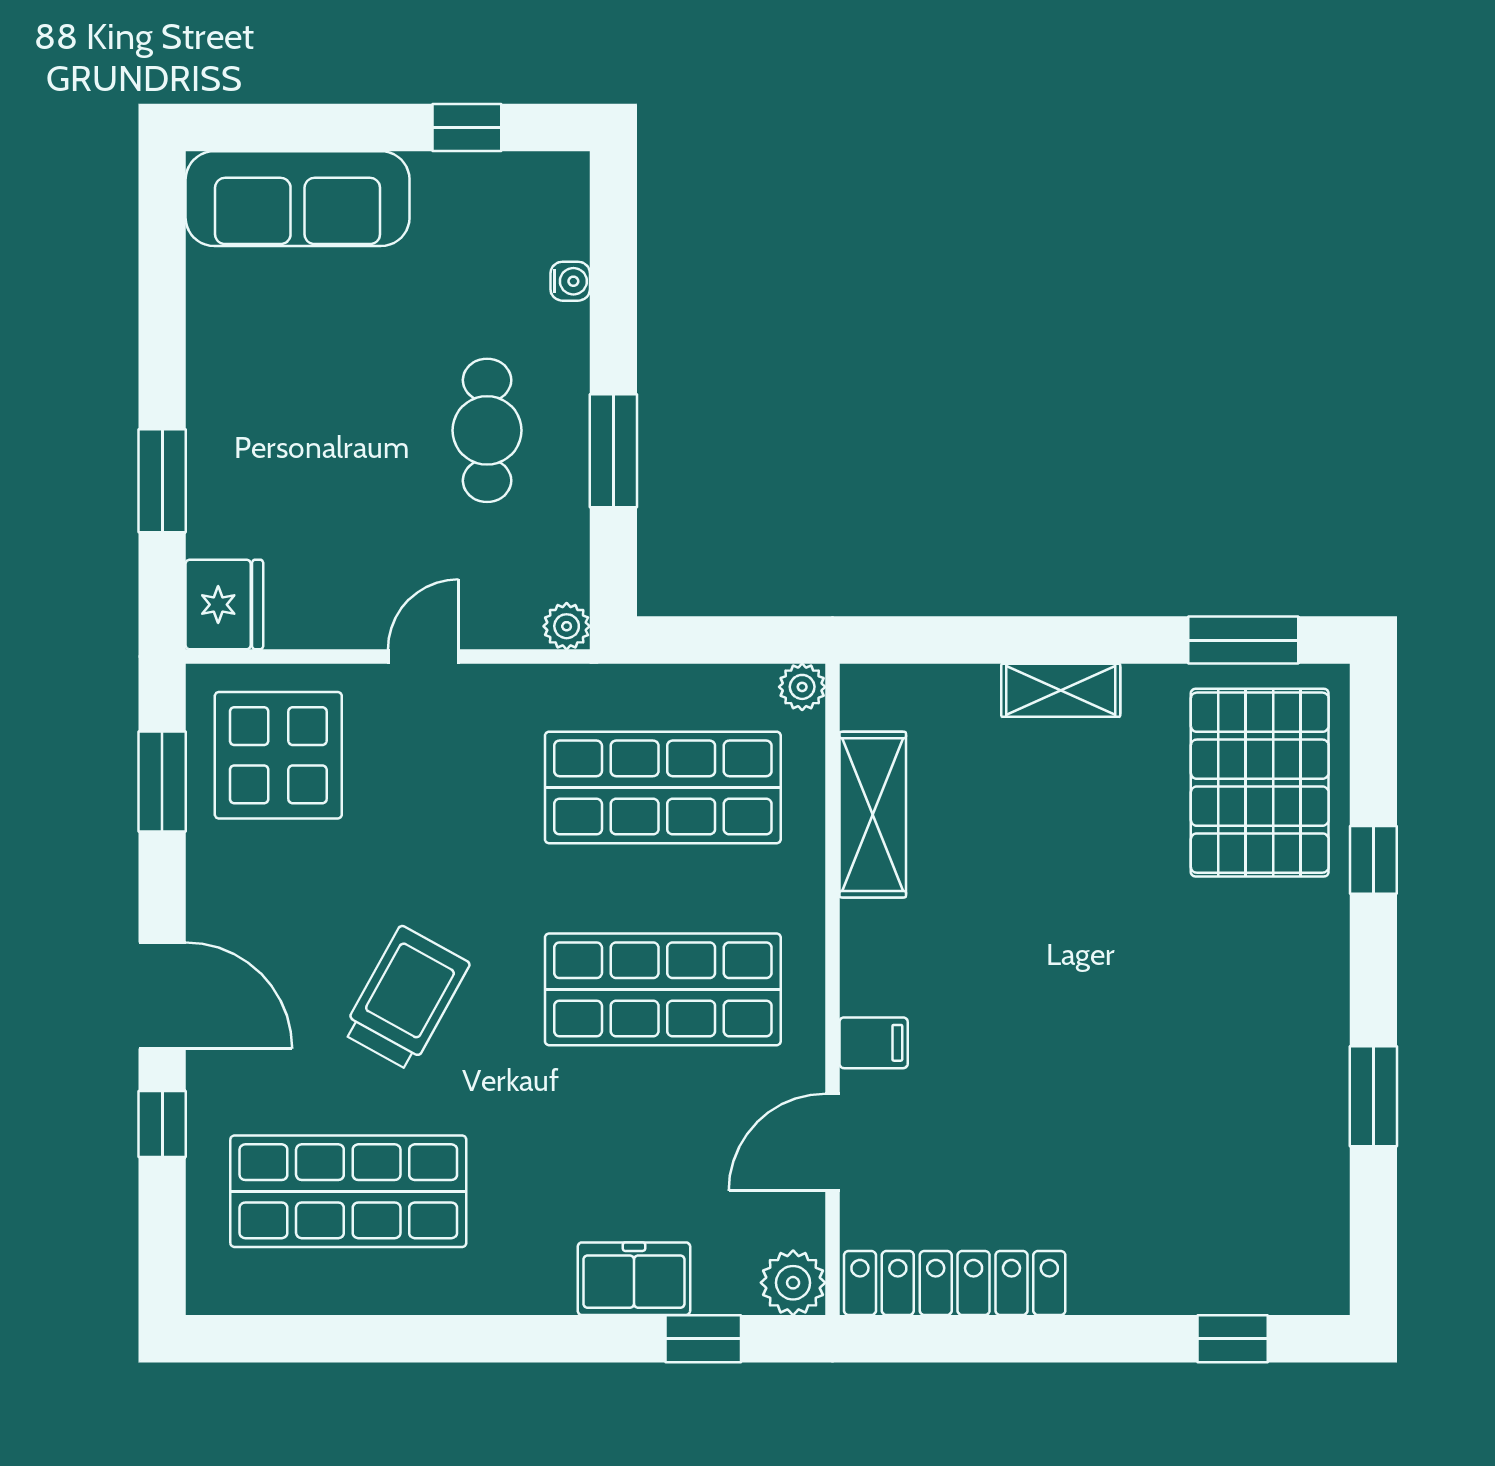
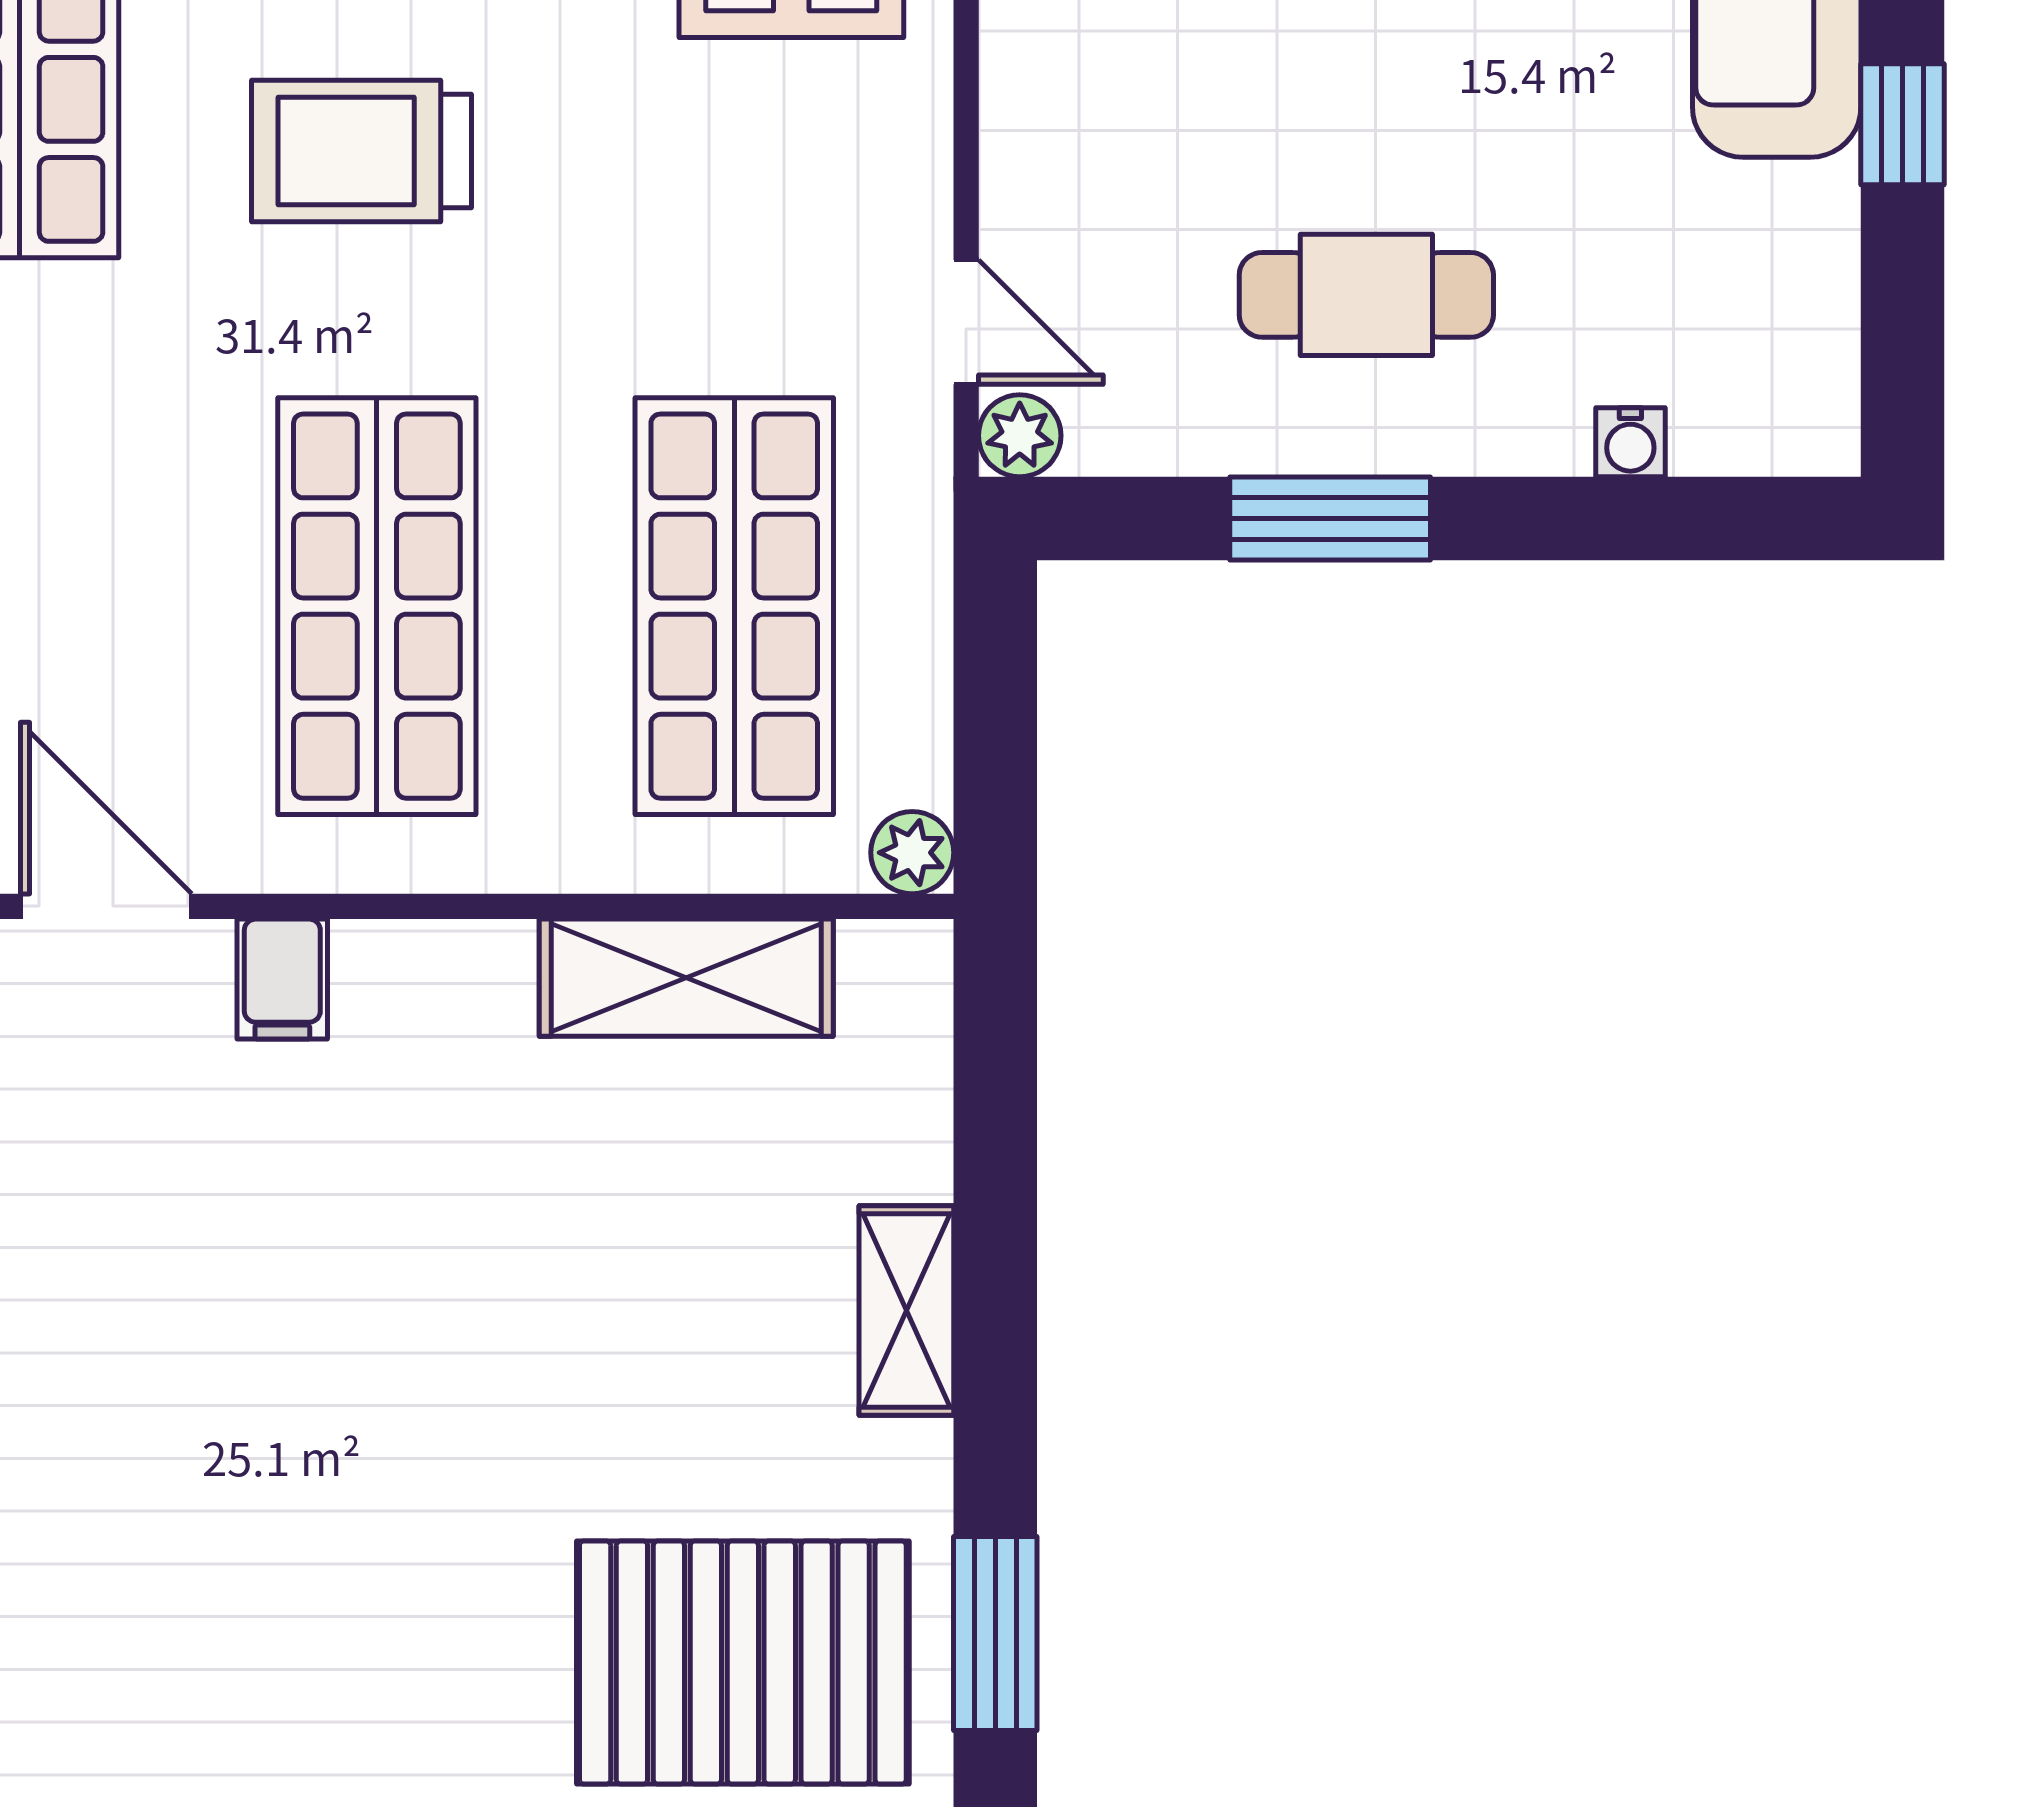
window: (467, 127) -> (1902, 124), moved
door: (423, 657) -> (966, 322), moved
trolley: (406, 998) -> (361, 151), turned 151

